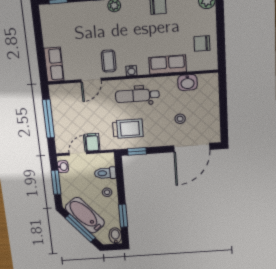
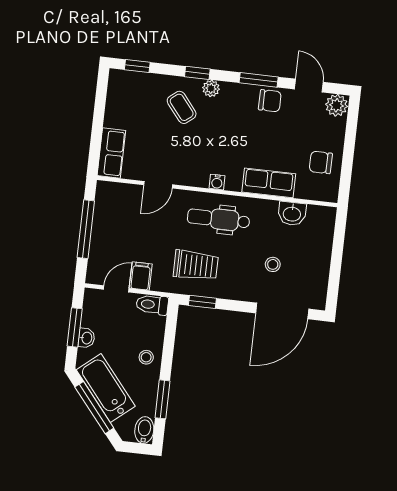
coffee table: (109, 61) -> (182, 107), moved, turned -39
washbasin: (63, 167) -> (86, 338), moved
toilet: (105, 173) -> (152, 305), moved

